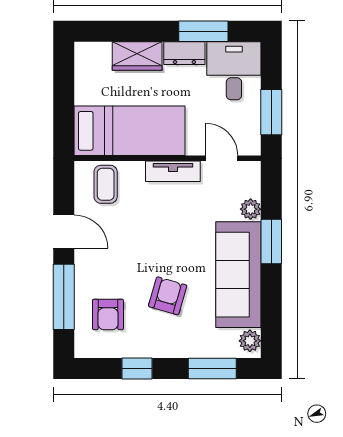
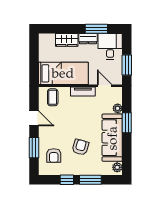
window: (64, 297) -> (34, 148), width x0.69
window: (212, 368) -> (90, 180), moved

